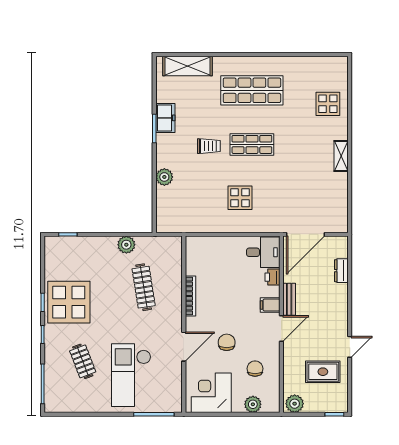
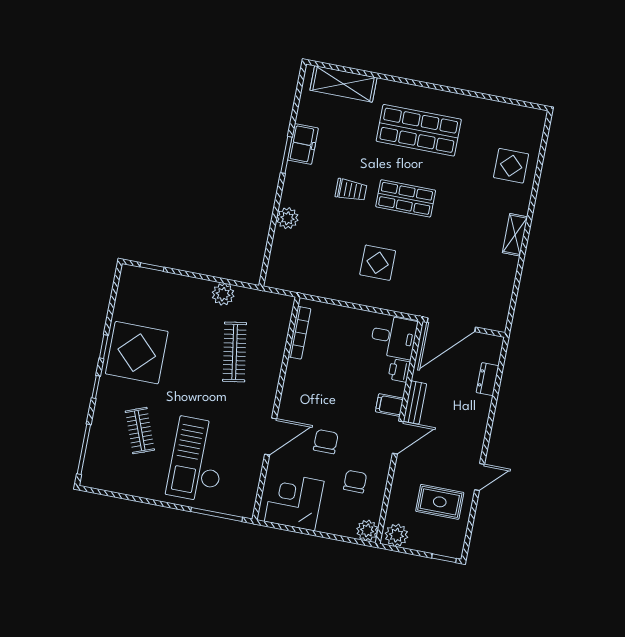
bookcase: (190, 296) -> (299, 333), moved
plant: (253, 404) -> (367, 530), moved

